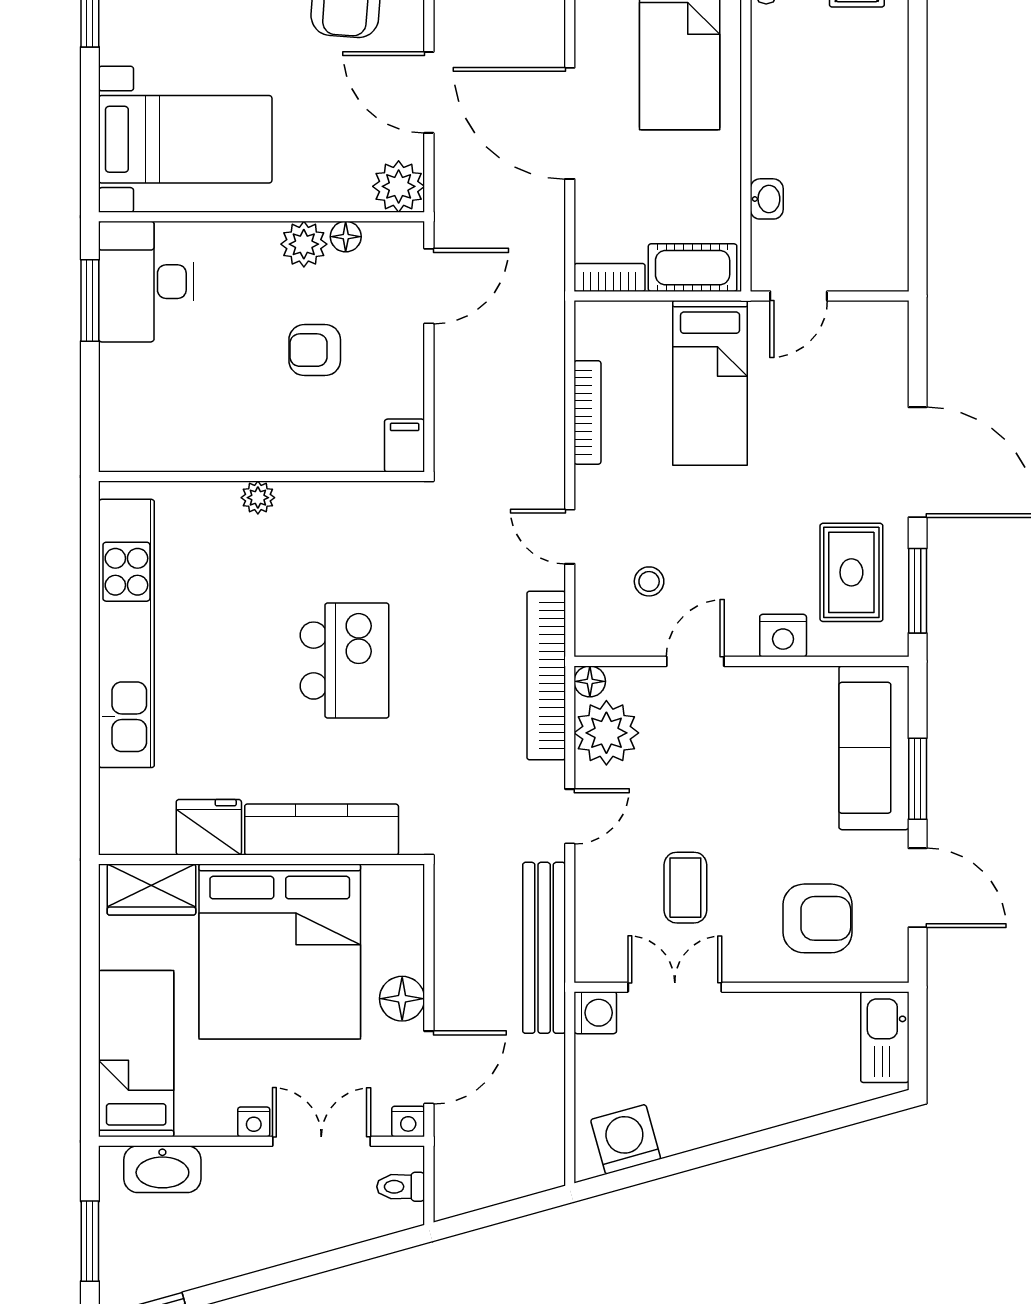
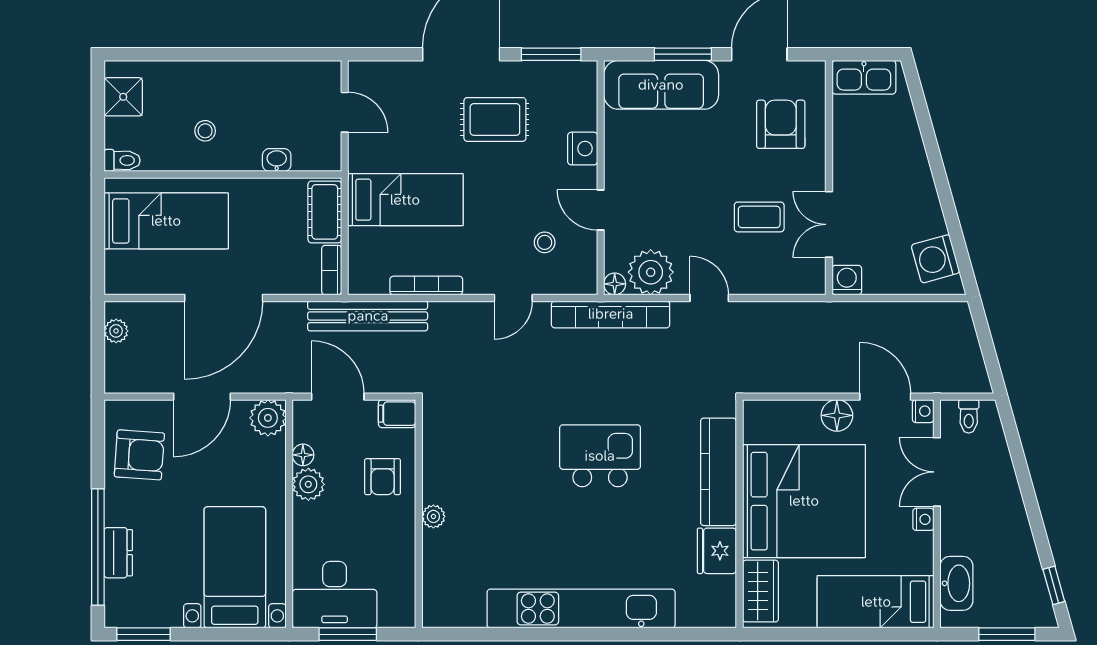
stool: (808, 97) -> (205, 131), added
door: (799, 296) -> (345, 112), moved
filing cabinet: (405, 446) -> (397, 414), moved
wall: (262, 476) -> (419, 514), moved
plant: (258, 498) -> (433, 516), moved
rug: (851, 572) -> (495, 119), moved
bench: (544, 948) -> (368, 316), moved

